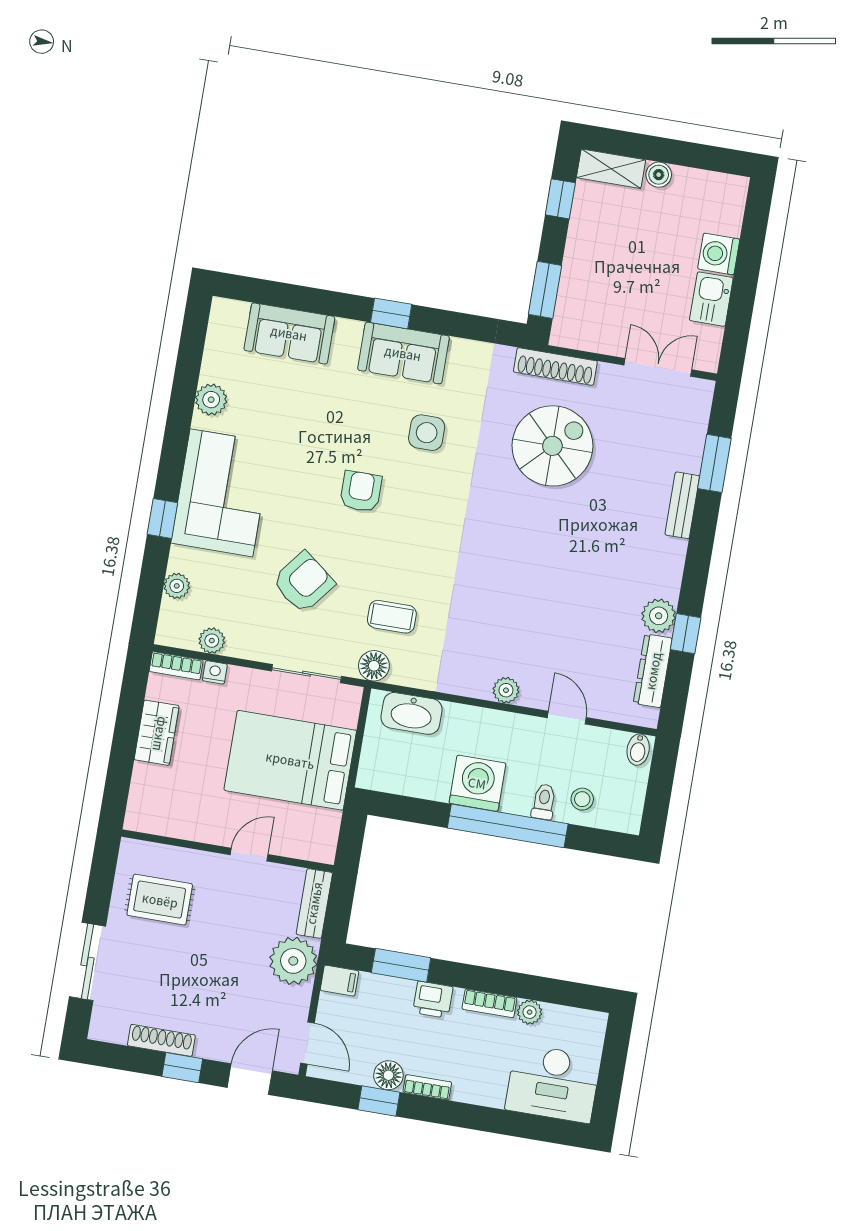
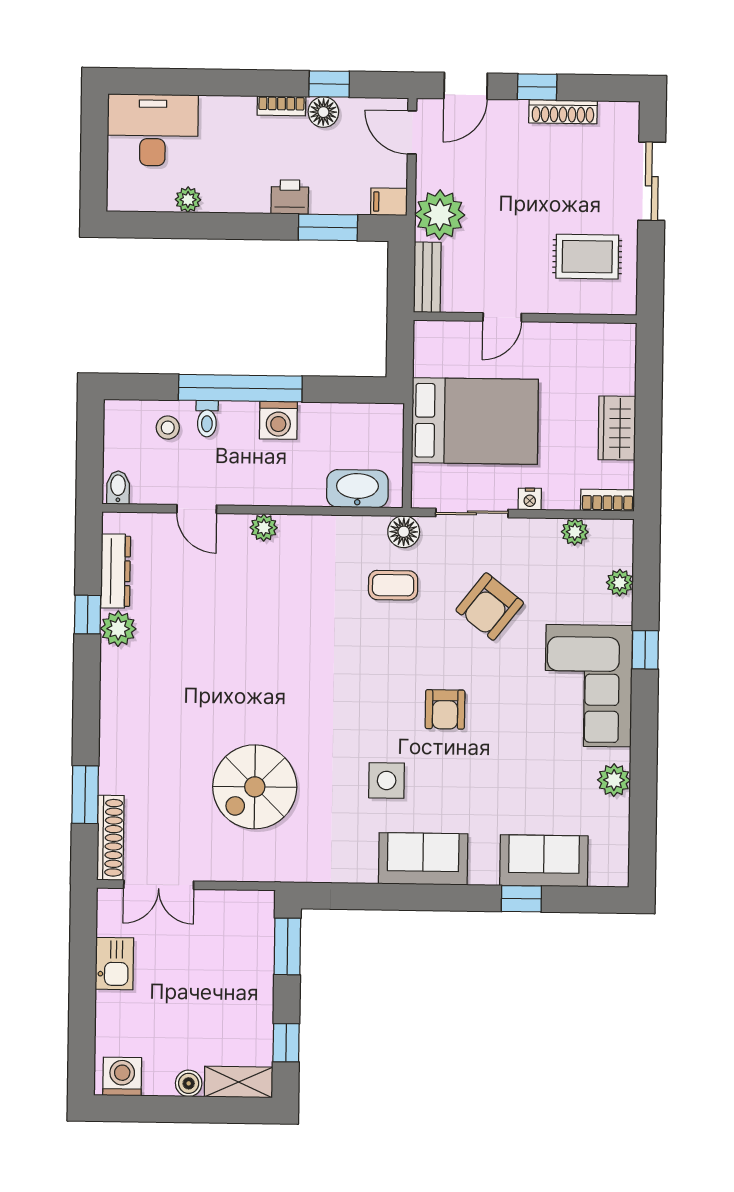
washing machine: (719, 254) -> (122, 1077), moved, turned -90
window: (391, 313) -> (521, 899), moved
shoe rack: (555, 366) -> (110, 838), moved, turned 90
bench: (682, 505) -> (111, 746), removed
nightstand: (215, 672) -> (530, 499), moved
washing machine: (477, 783) -> (278, 420), width x0.73, depth x0.73
bookcase: (489, 1003) -> (231, 202), removed

